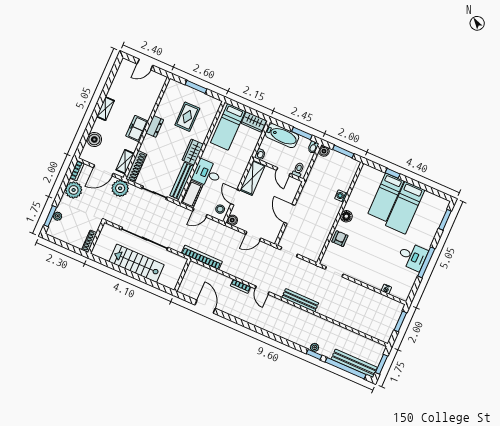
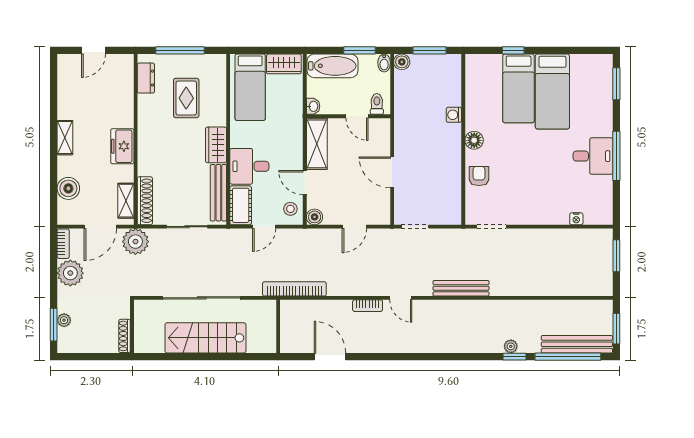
window: (196, 87) -> (180, 50), width x1.44
dresser: (155, 126) -> (146, 78), moved

